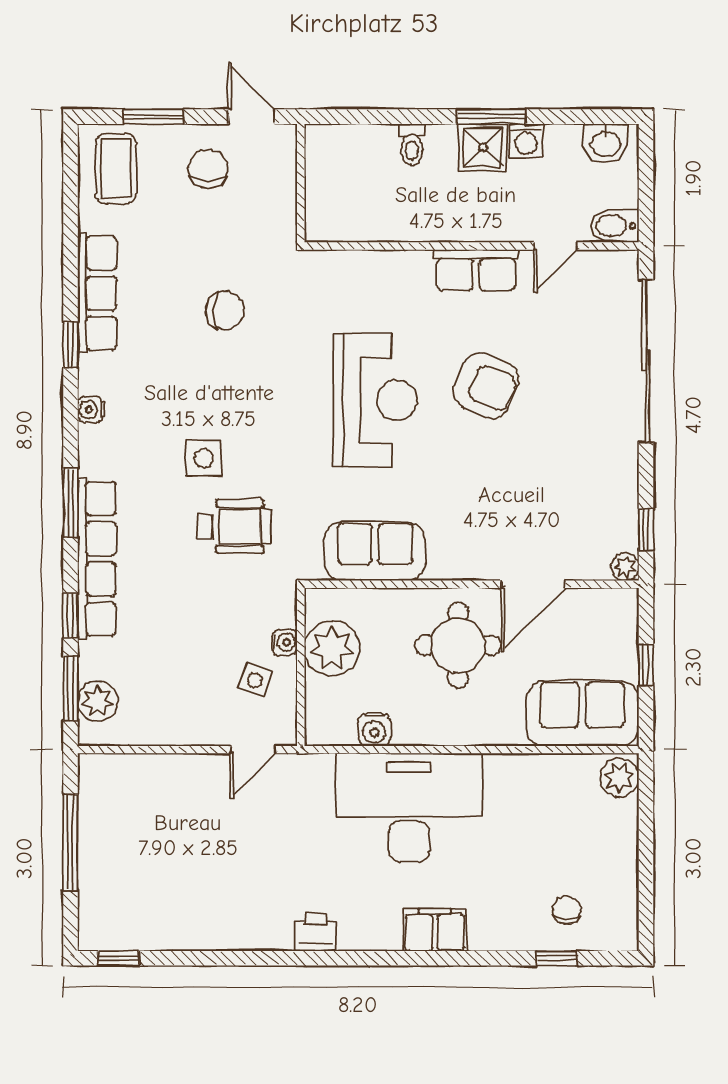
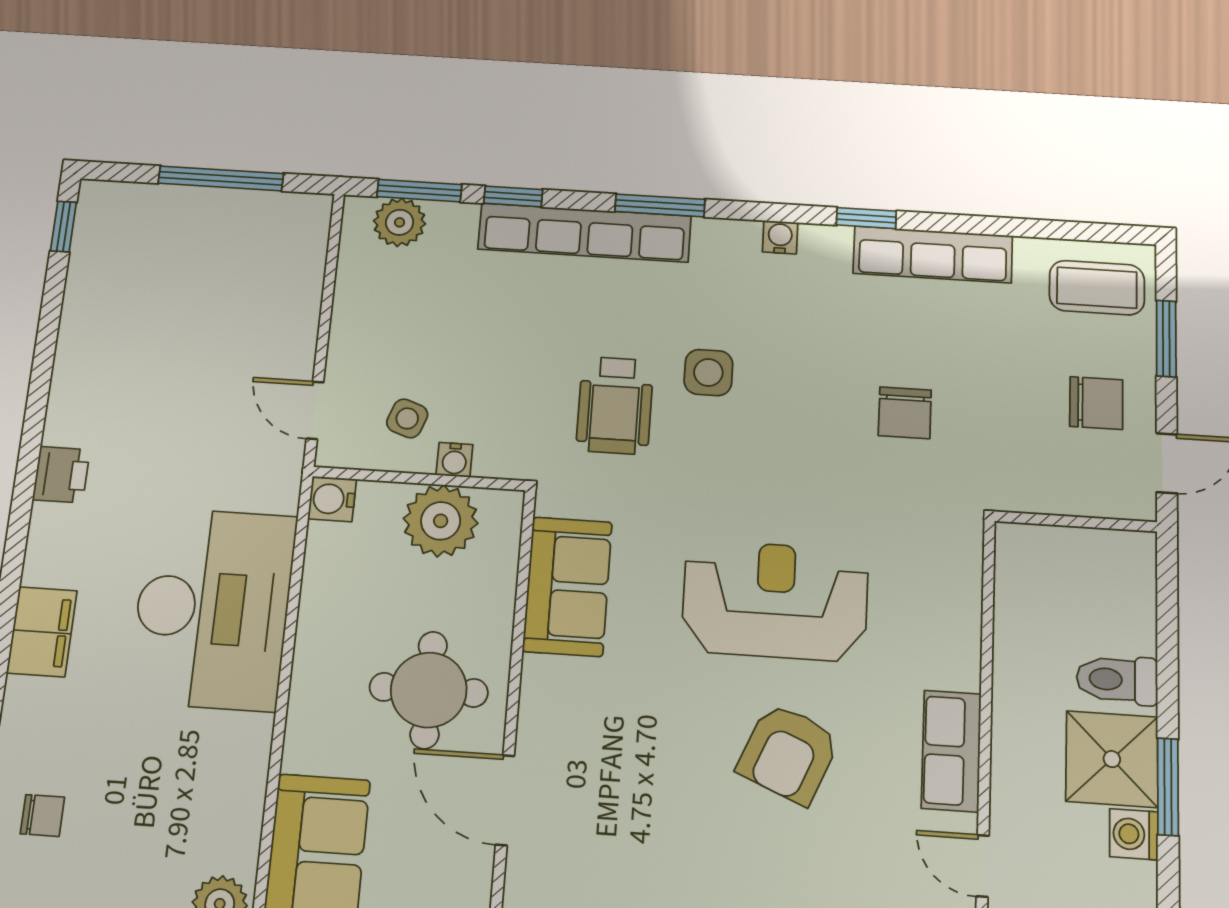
toilet: (412, 145) -> (1117, 680), width x1.37, depth x1.39
shower: (483, 148) -> (1112, 759), width x1.36, depth x1.36
reception desk: (375, 400) -> (775, 601), turned 180
water cooler: (374, 730) -> (332, 499), moved

